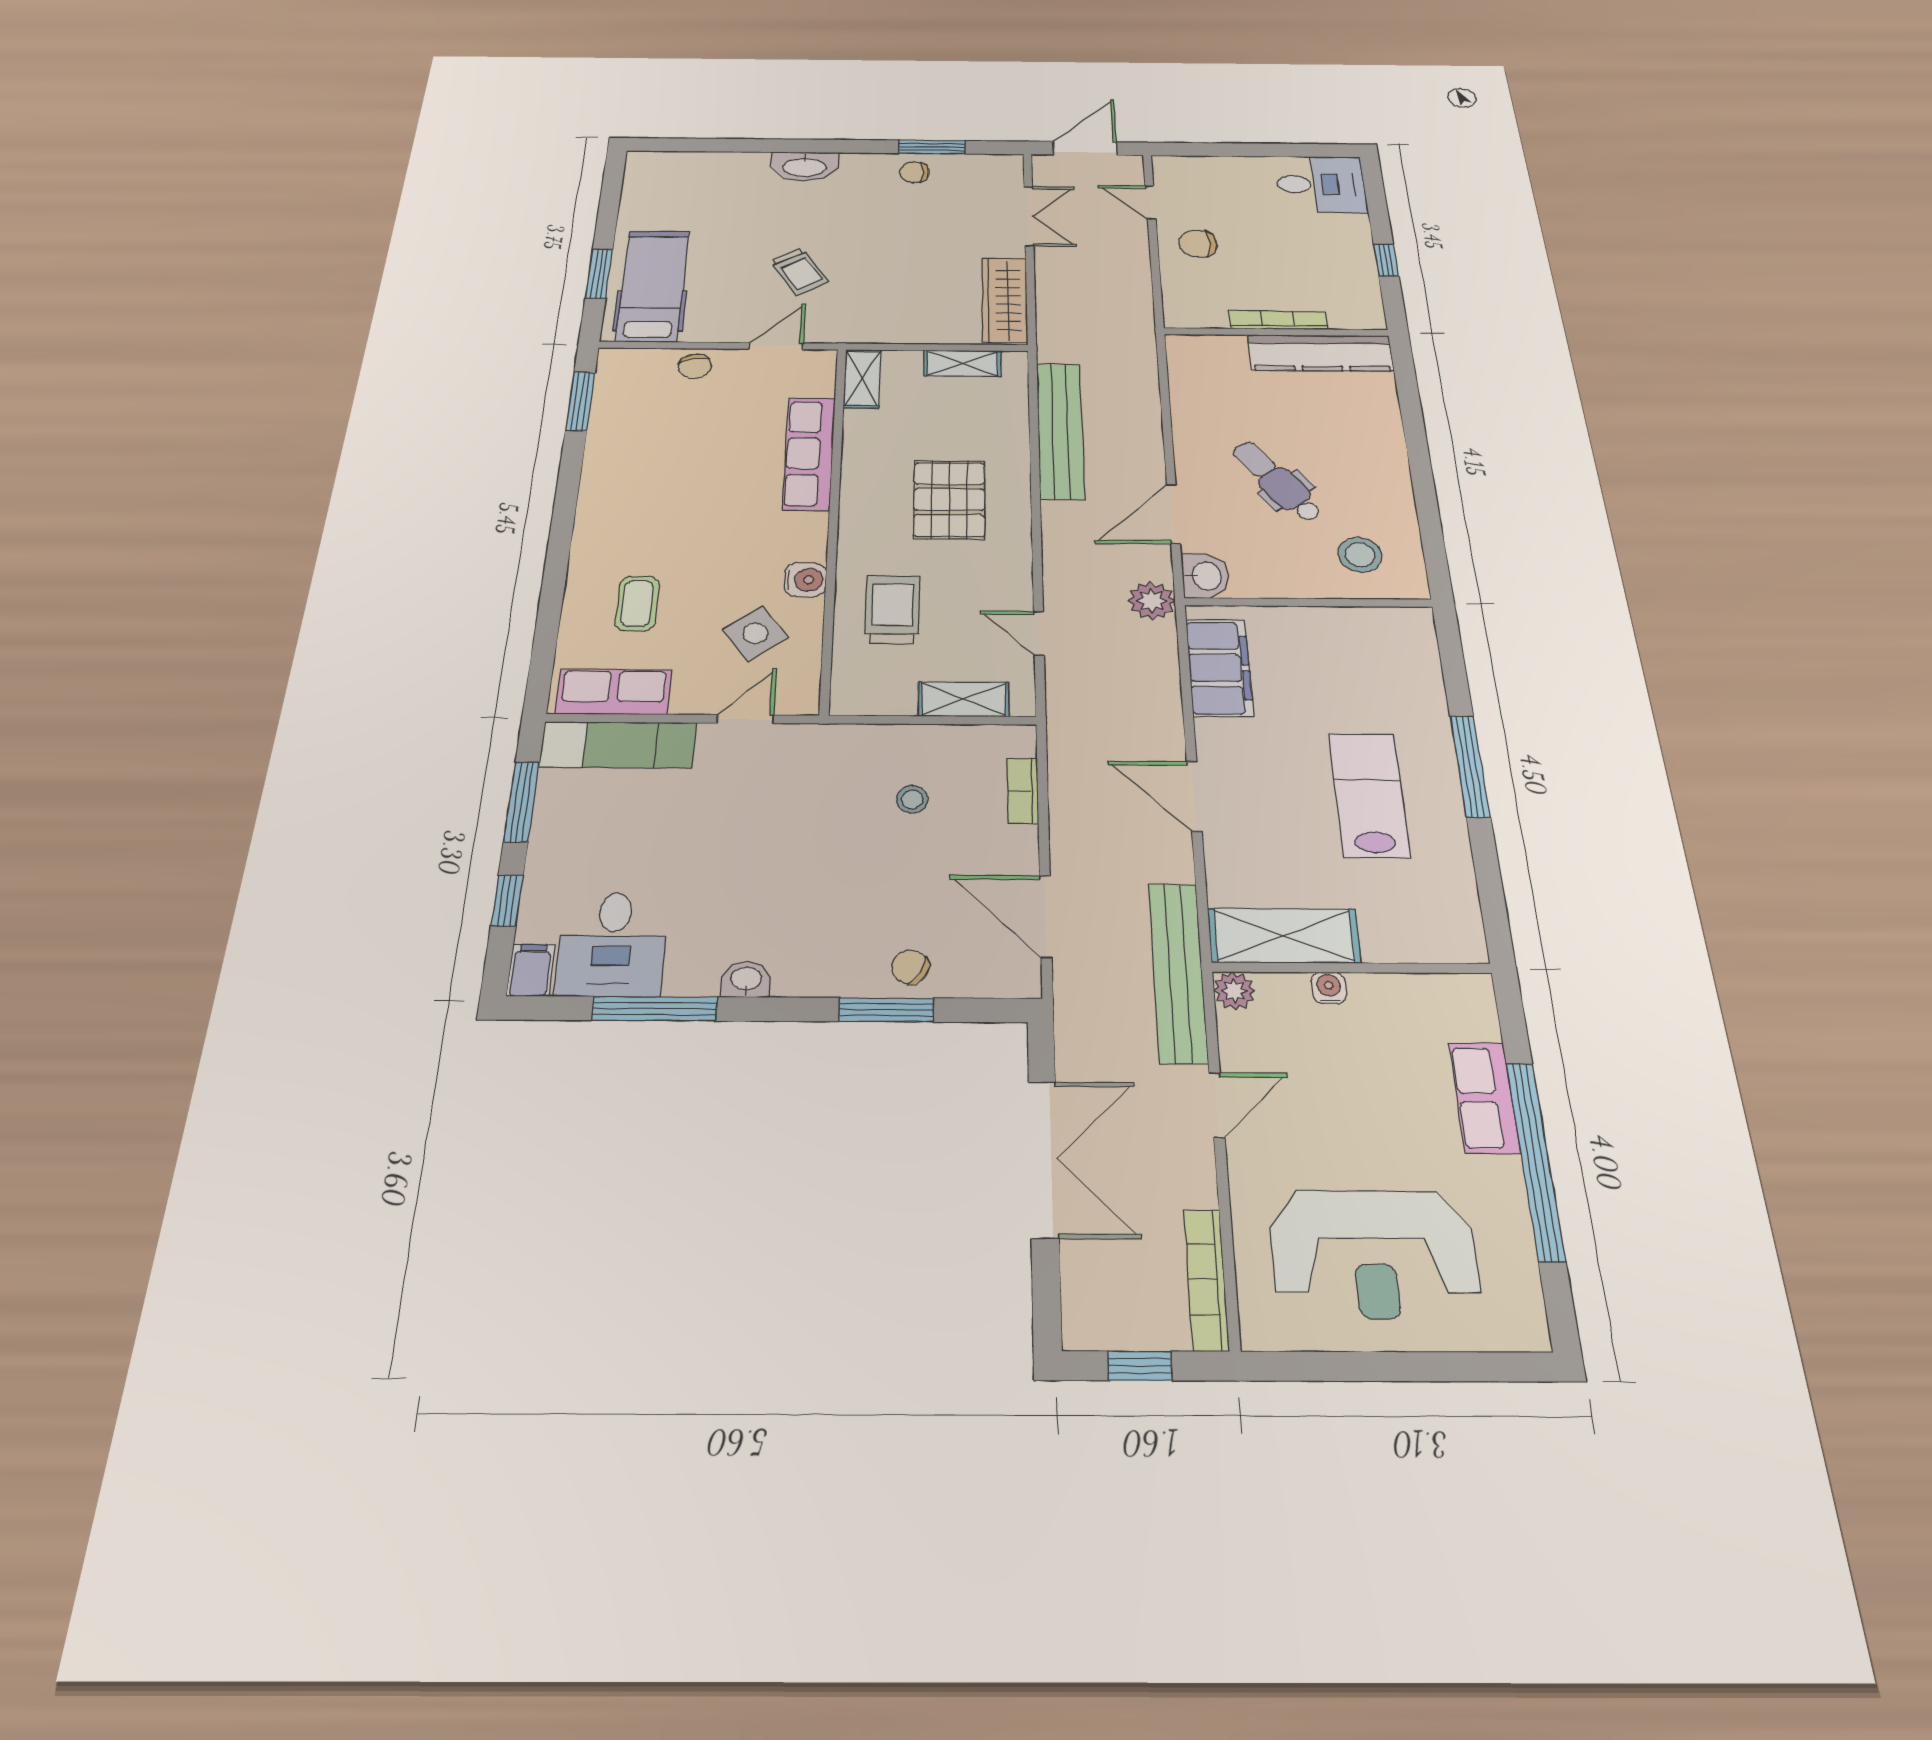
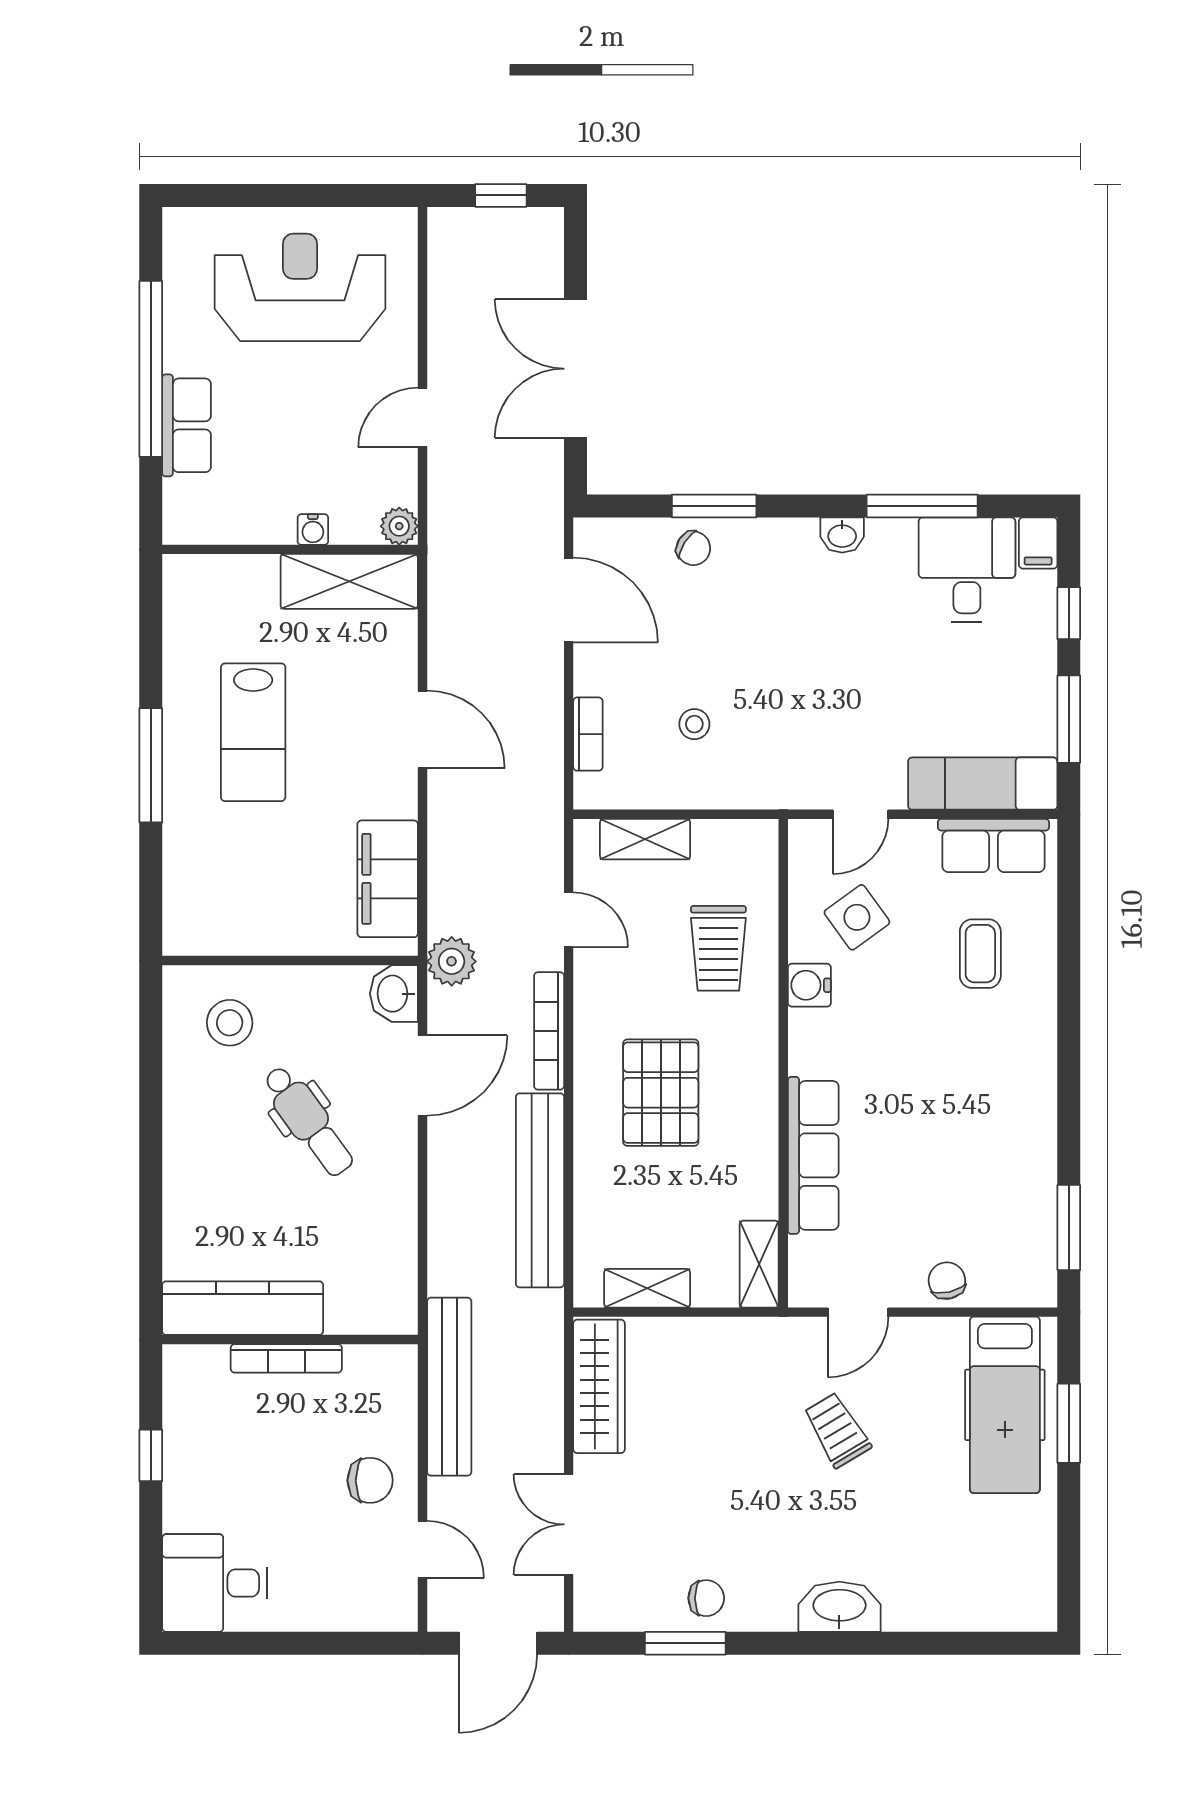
bench: (1178, 972) -> (449, 1387), moved
bookcase: (1206, 1279) -> (549, 1031), moved, turned 180

